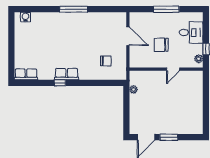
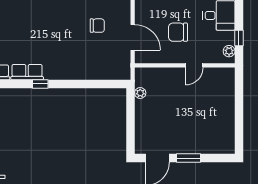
door: (128, 36) -> (133, 37), moved
chair: (106, 61) -> (97, 26), moved
row of seats: (67, 74) -> (27, 72), moved

